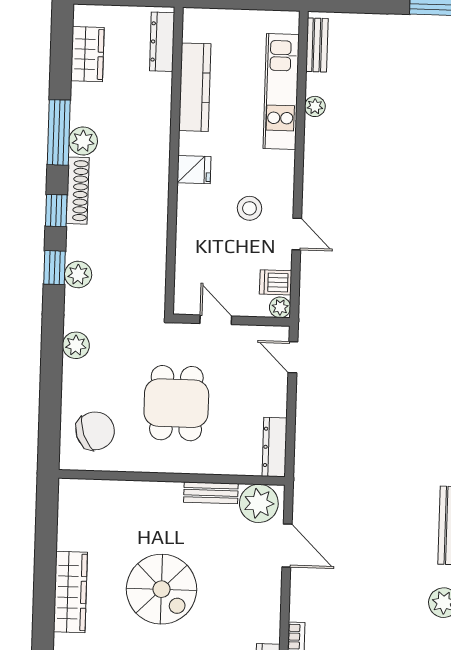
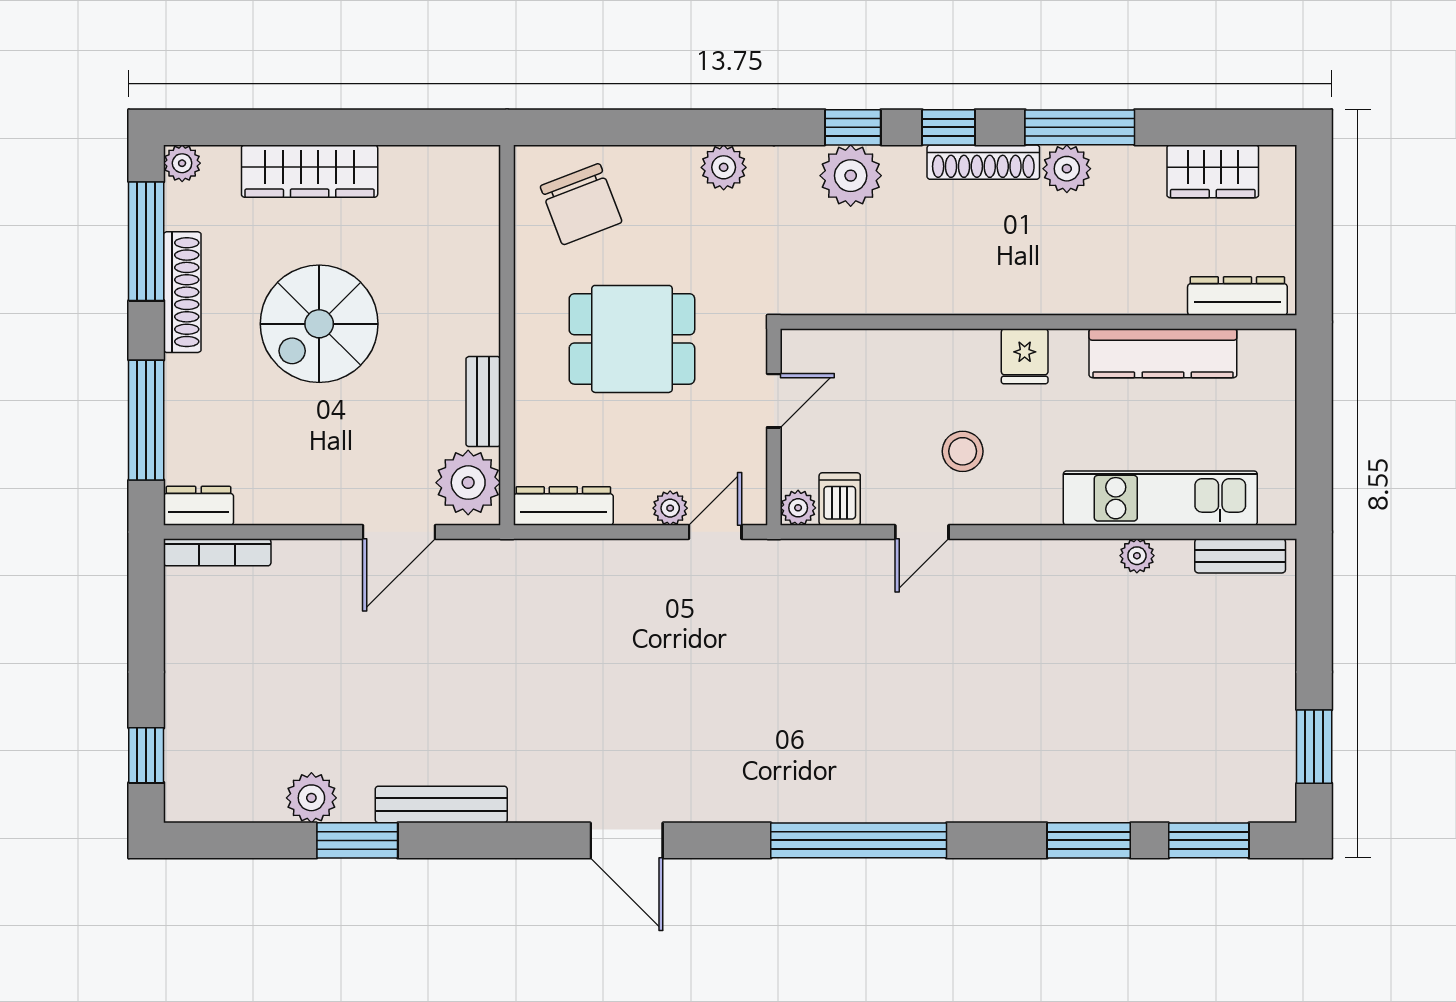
plant: (78, 275) -> (851, 176), width x1.36, depth x1.36
plant: (278, 384) -> (670, 508), added

